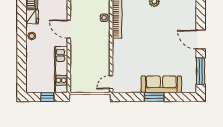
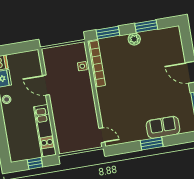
door: (111, 82) -> (102, 135), swing flipped
sofa: (161, 84) -> (163, 127), width x0.73

